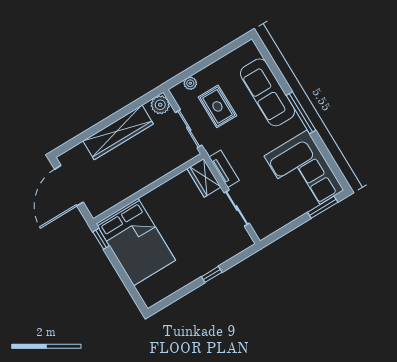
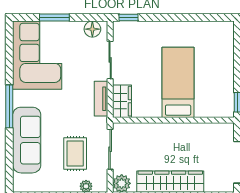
window: (323, 207) -> (54, 18), moved
floor lamp: (269, 226) -> (92, 29), added
bed: (136, 242) -> (178, 82), moved, width x0.67
window: (212, 274) -> (128, 18), moved

